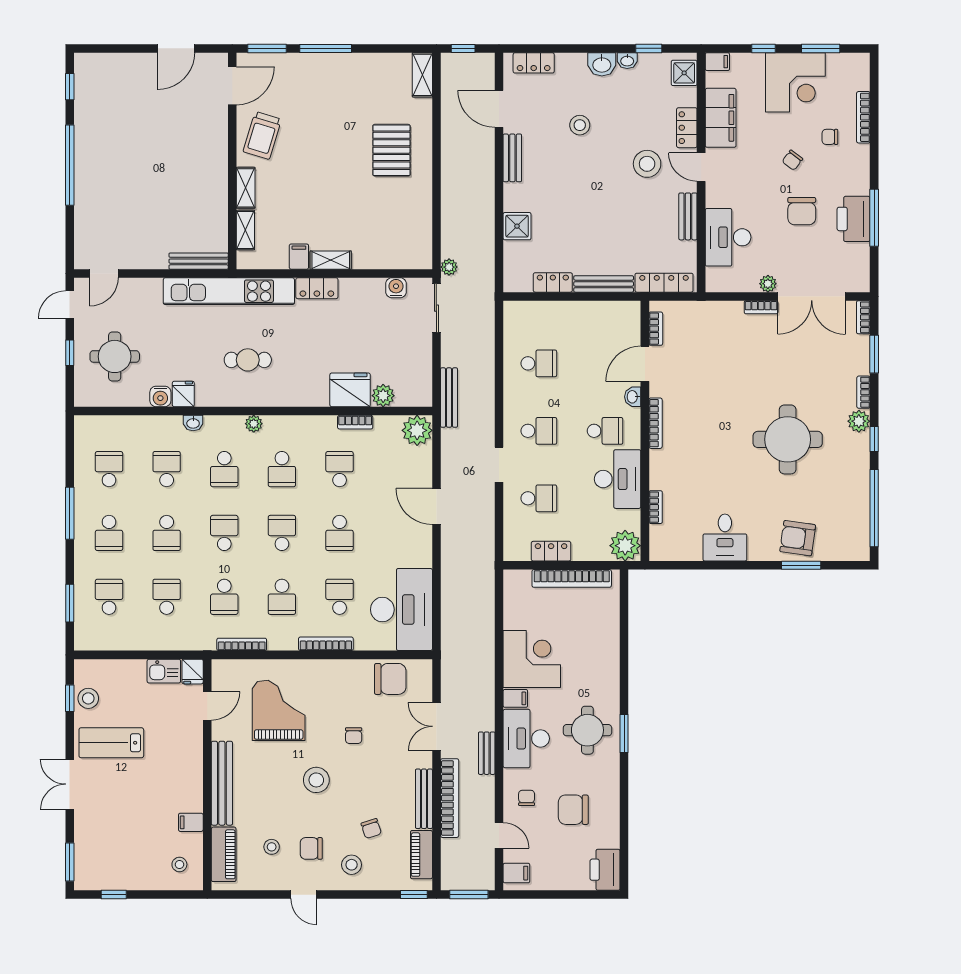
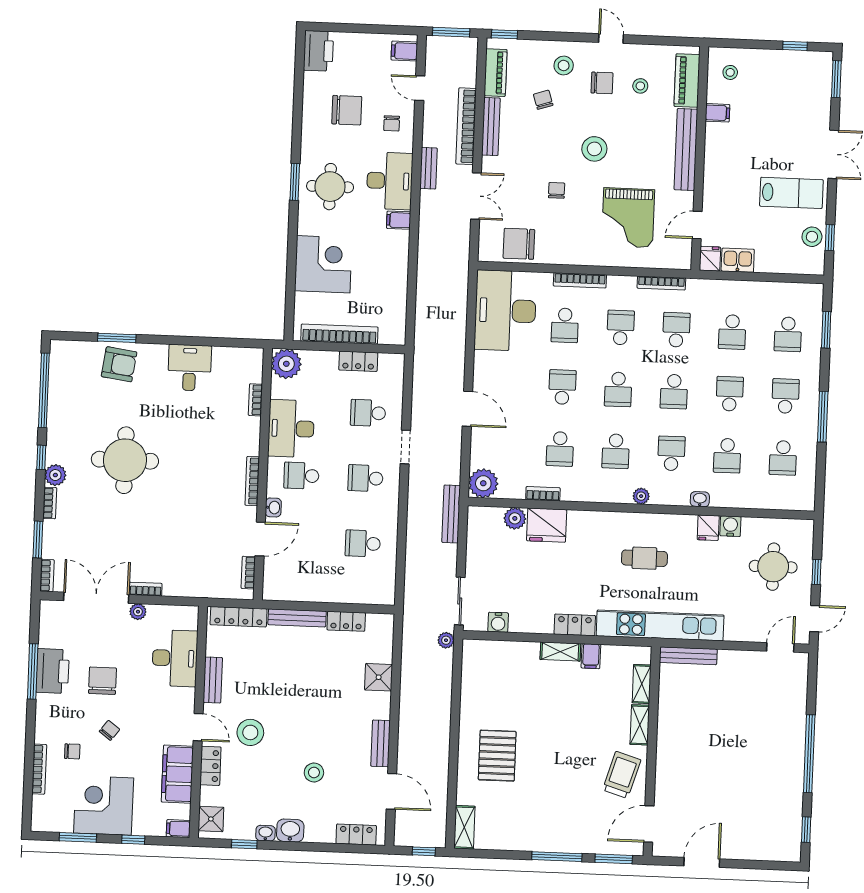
school desk: (282, 469) -> (616, 451), turned 180
corner desk: (532, 659) -> (323, 264), moved, turned 180

